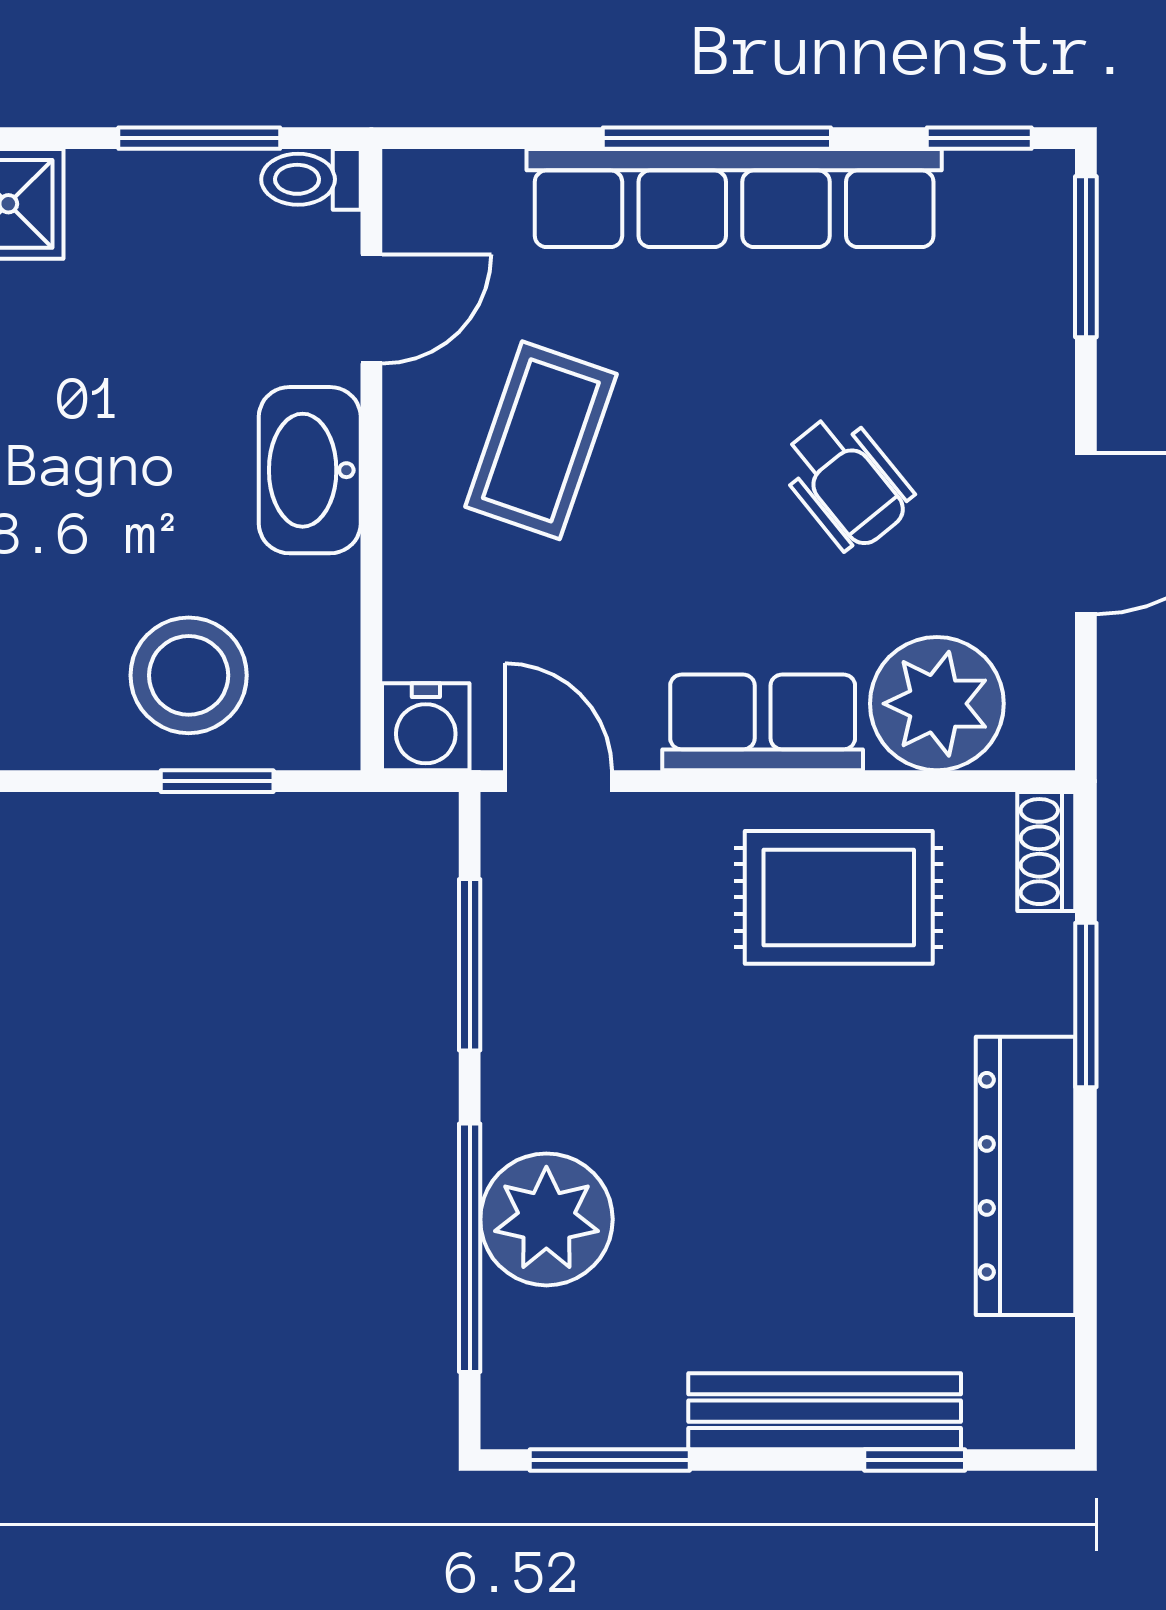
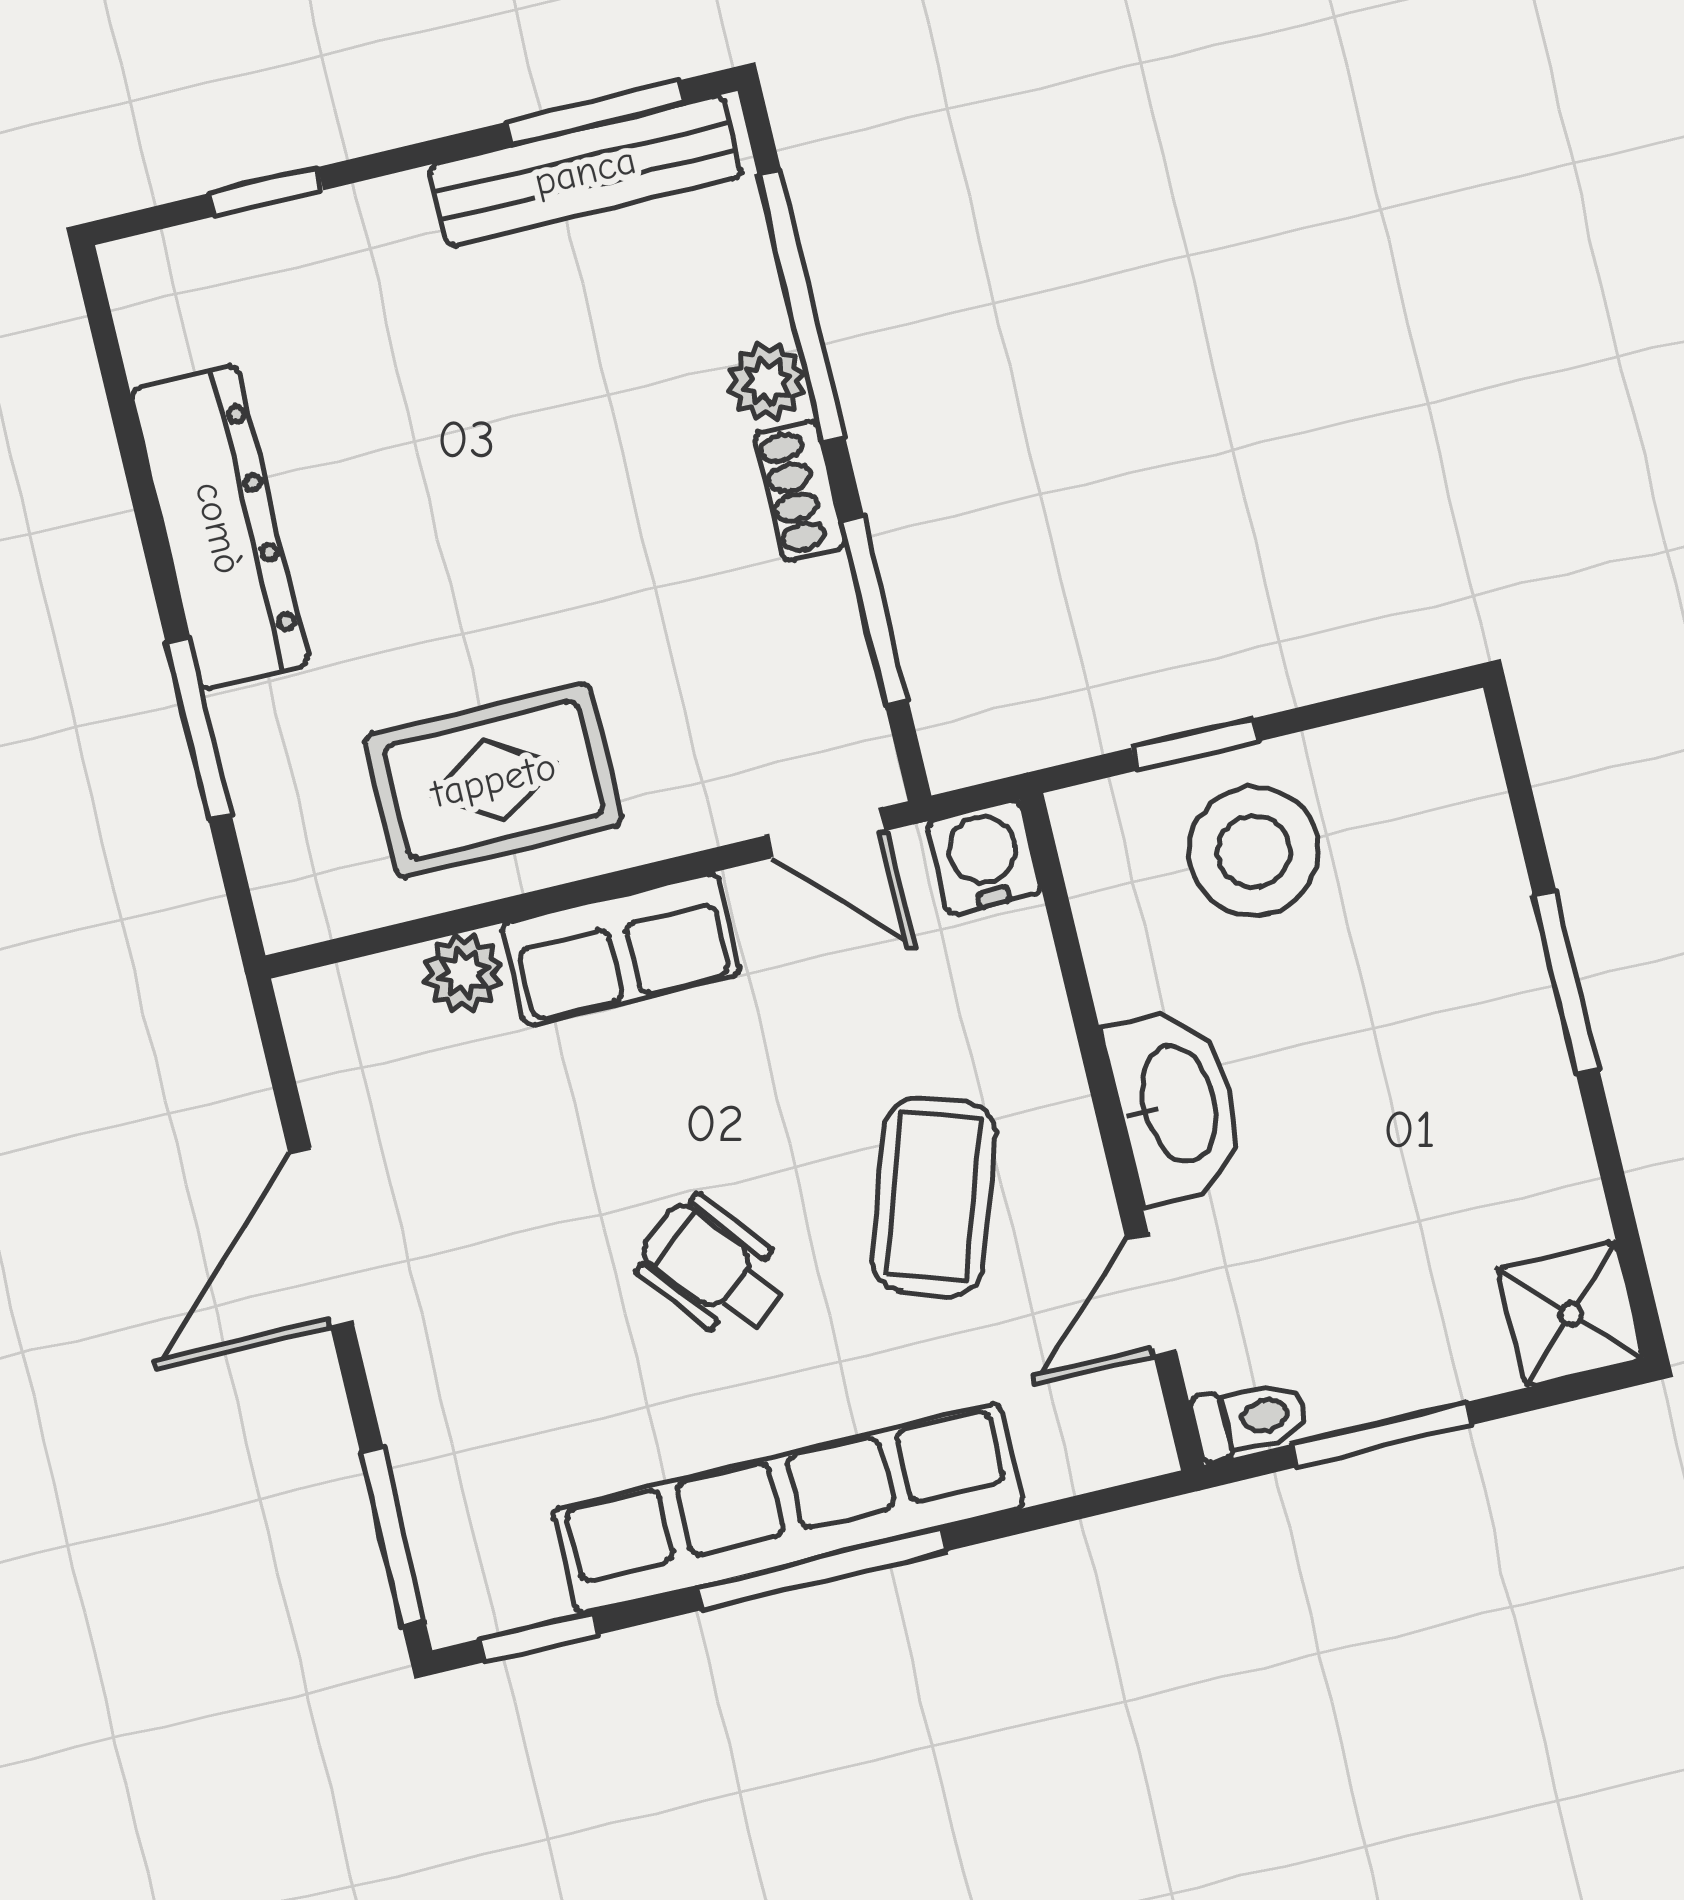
wheelchair: (846, 482) -> (713, 1268), moved
plant: (937, 704) -> (463, 973), width x0.53, depth x0.53
shoe rack: (1046, 852) -> (800, 490), moved, turned 180
plant: (546, 1219) -> (767, 382), width x0.53, depth x0.53
bench: (825, 1411) -> (585, 171), moved

